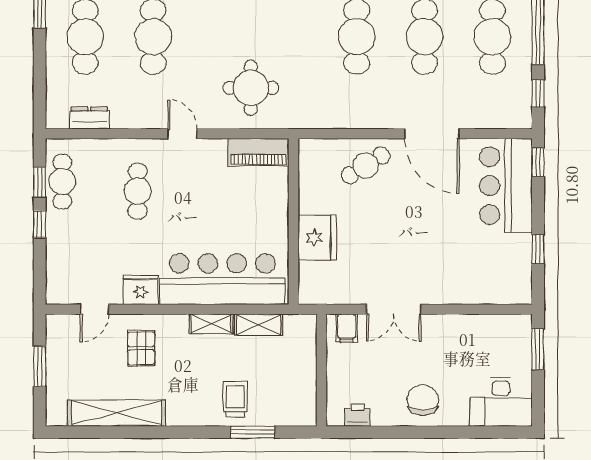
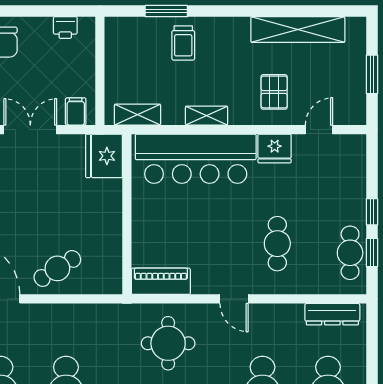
dresser: (89, 118) -> (332, 314), width x1.44
fridge: (317, 238) -> (104, 156), moved
shelving: (259, 325) -> (138, 115), moved

